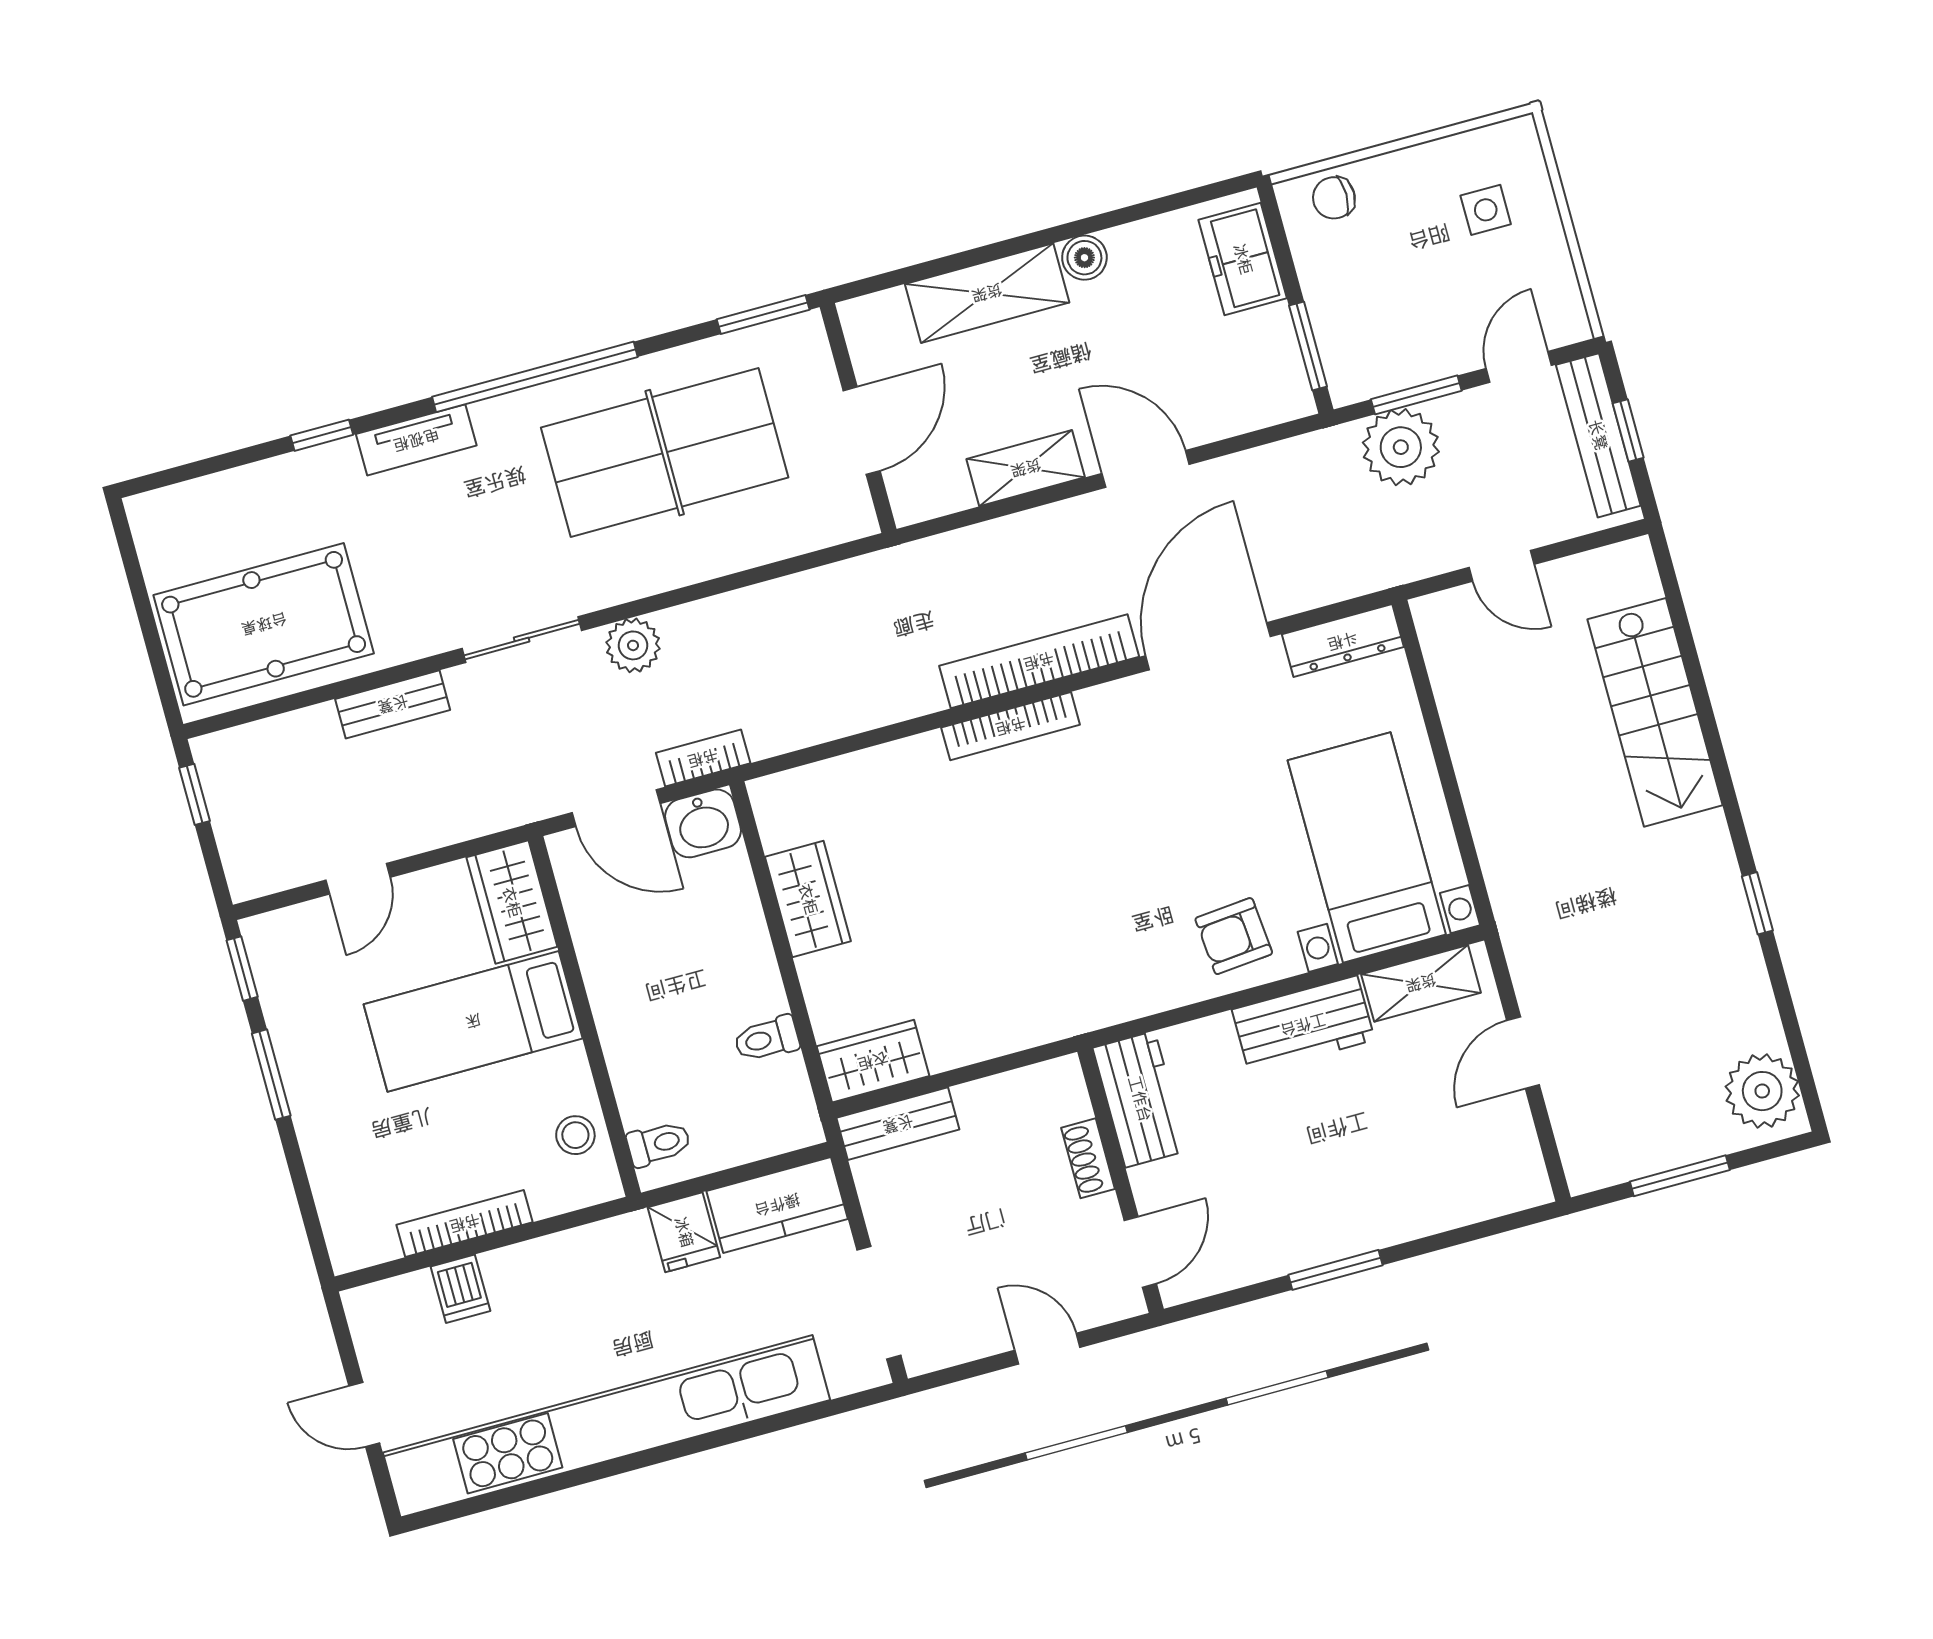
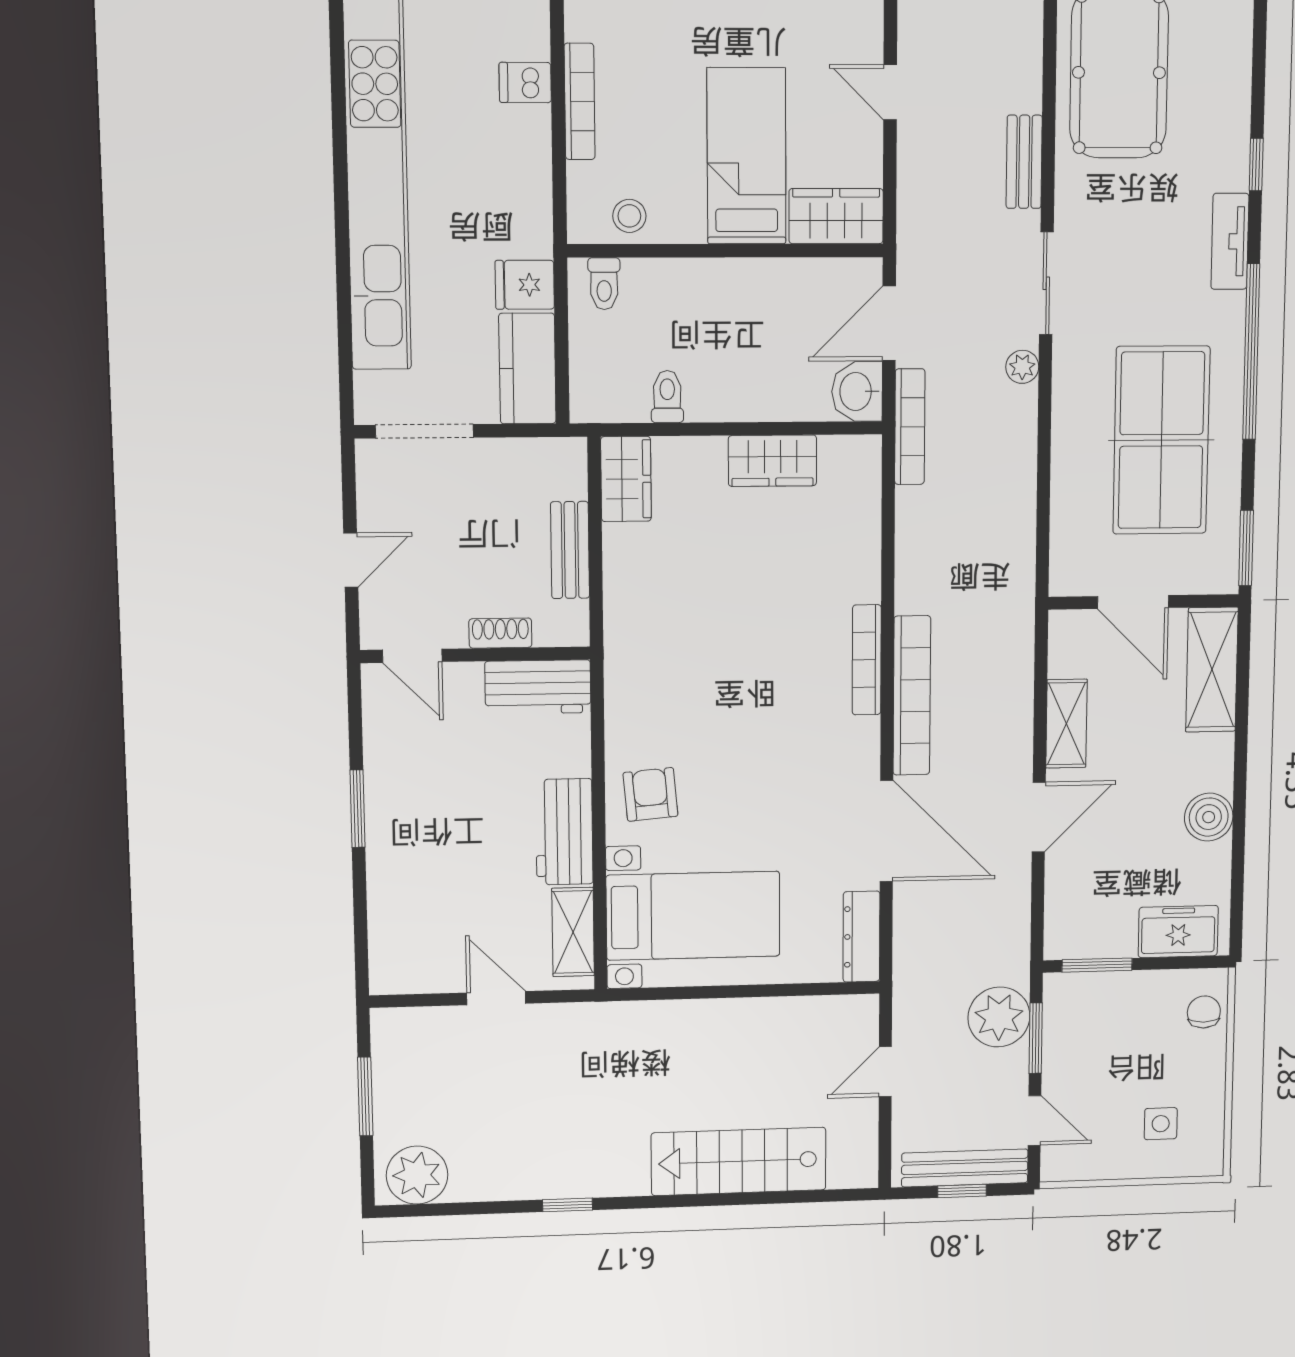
boiler: (1084, 258) -> (1209, 817), width x1.36, depth x1.36
shelving: (987, 293) -> (1212, 670), moved
plant: (633, 645) -> (1022, 367), width x0.73, depth x0.73
bookcase: (703, 758) -> (910, 427), width x1.56
bench: (898, 1124) -> (570, 550), moved

